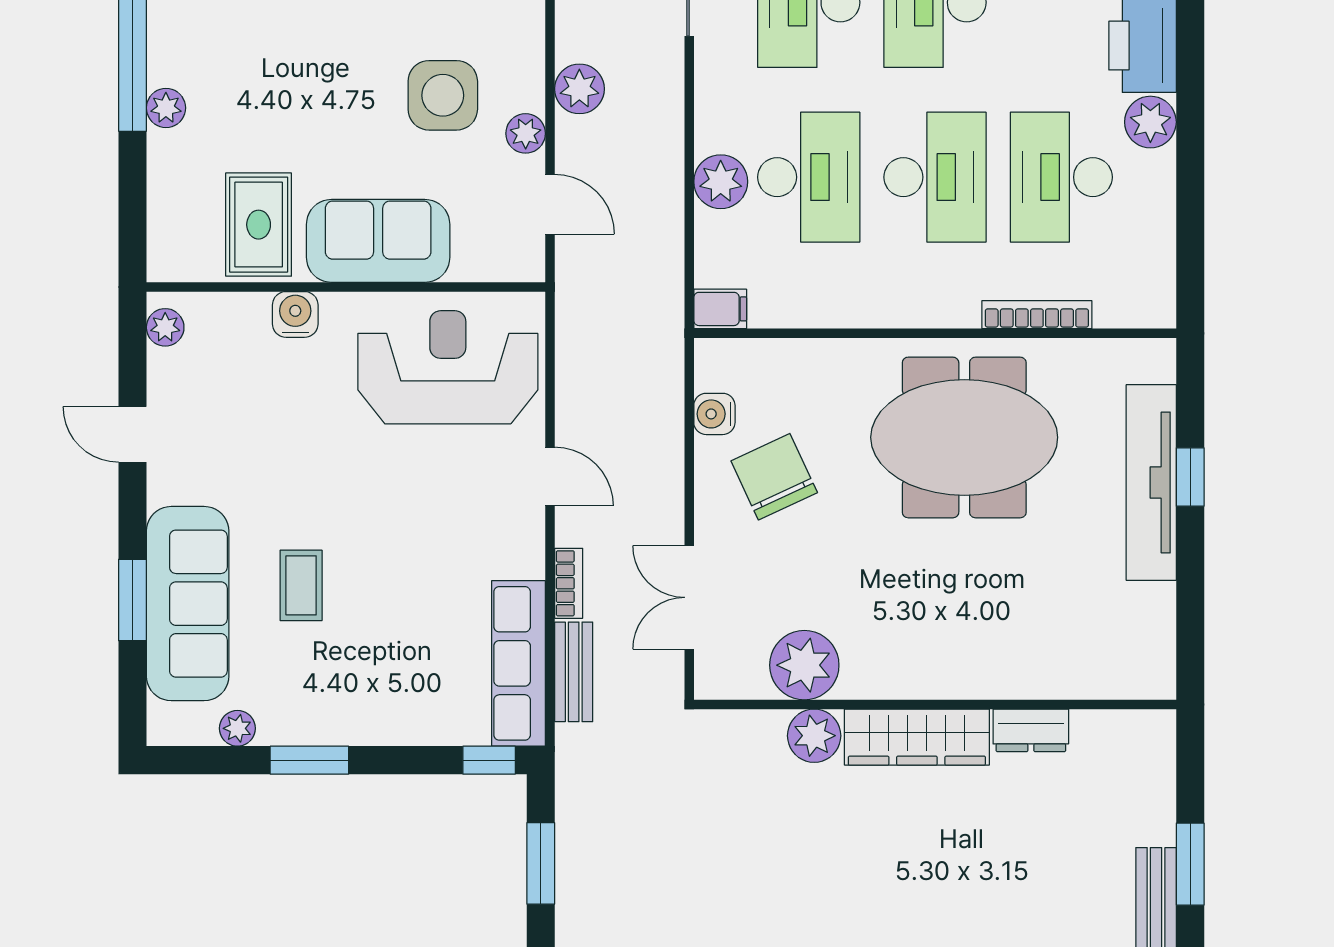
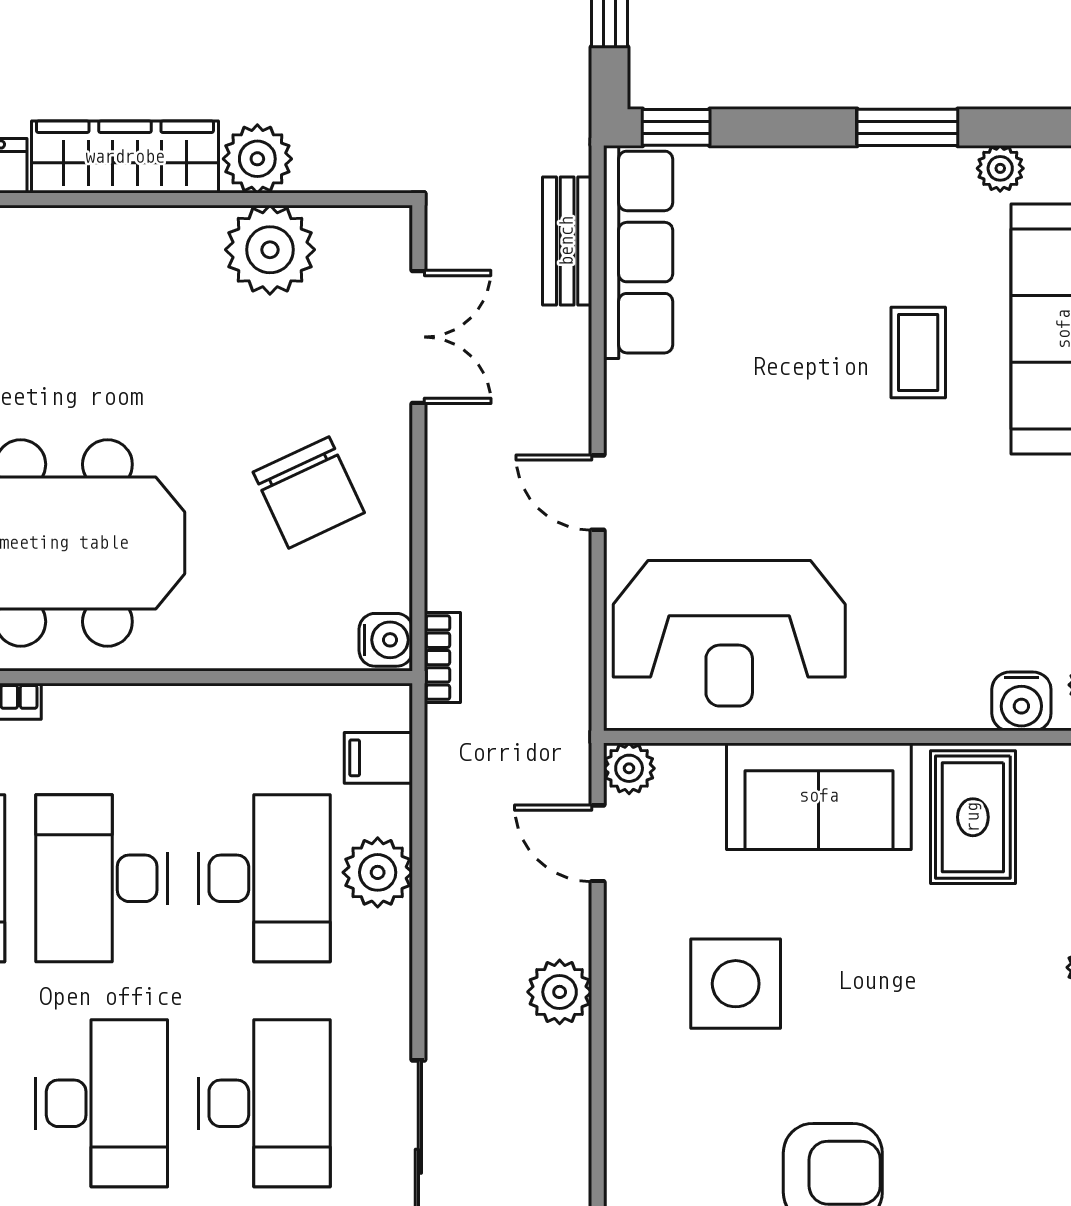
plant: (526, 133) -> (629, 768), moved
desk: (809, 177) -> (264, 878), turned 180
filing cabinet: (720, 309) -> (378, 758), moved
water cooler: (295, 314) -> (1021, 701), moved
water cooler: (714, 414) -> (386, 640), moved
bookcase: (569, 583) -> (442, 658), moved, turned 180

